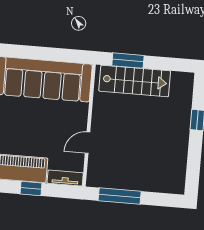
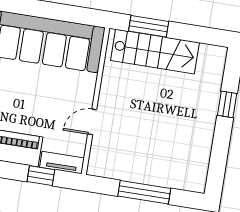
window: (31, 188) -> (41, 176), moved
window: (120, 196) -> (144, 192), moved

